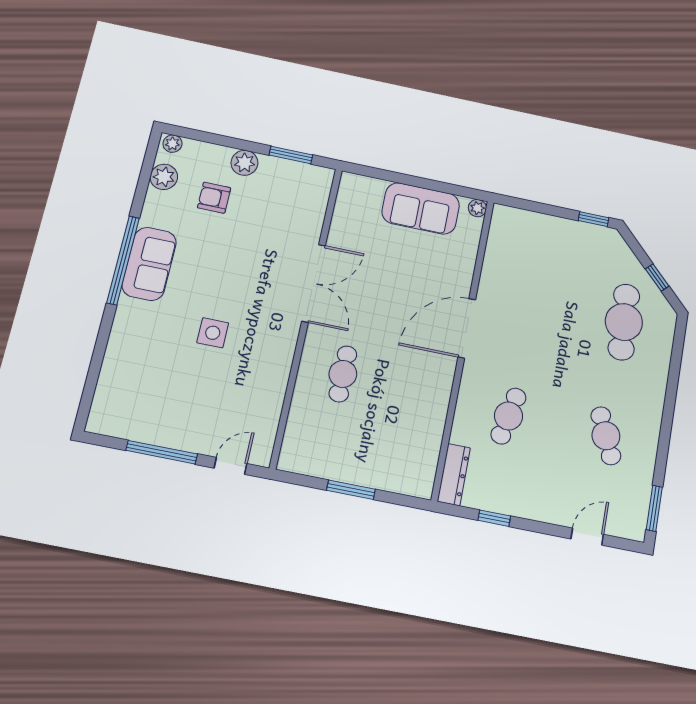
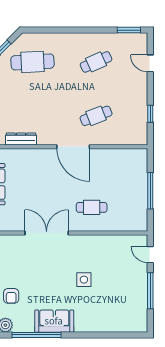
window: (123, 260) -> (36, 335), moved
door: (467, 328) -> (73, 147), moved
cafe table: (509, 416) -> (96, 116), turned -33
dresser: (454, 475) -> (21, 139), moved
window: (351, 490) -> (150, 191), width x1.44

